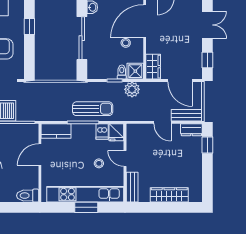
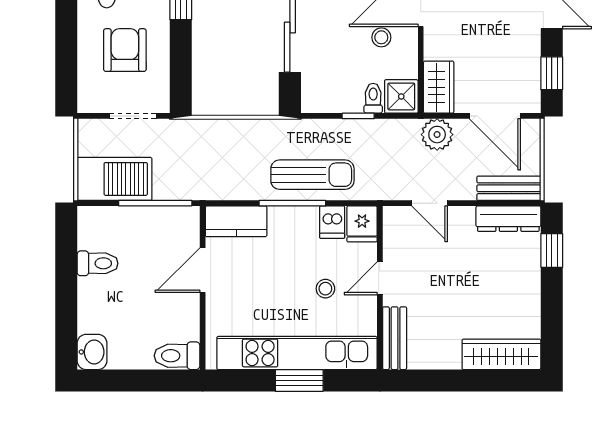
plant: (132, 89) -> (437, 135), moved
door: (162, 122) -> (429, 203), moved
dresser: (191, 130) -> (508, 219), width x1.44
door: (125, 158) -> (380, 278), hinge flipped
wardrobe: (169, 195) -> (501, 354), moved

